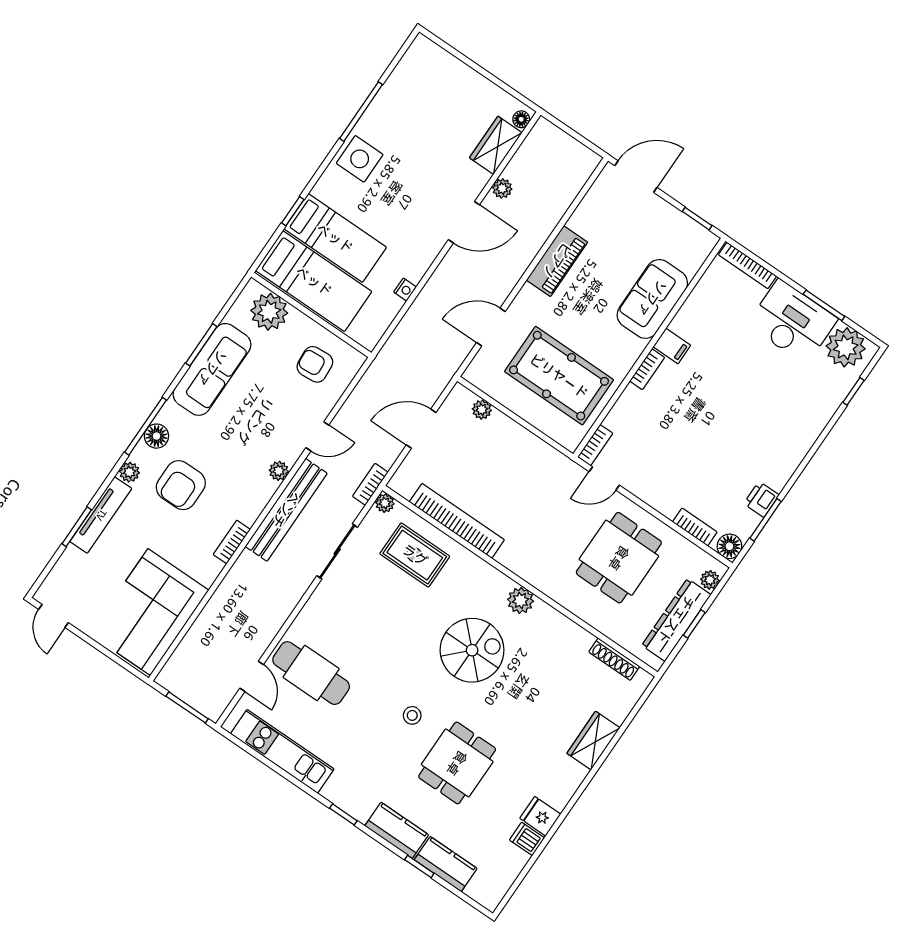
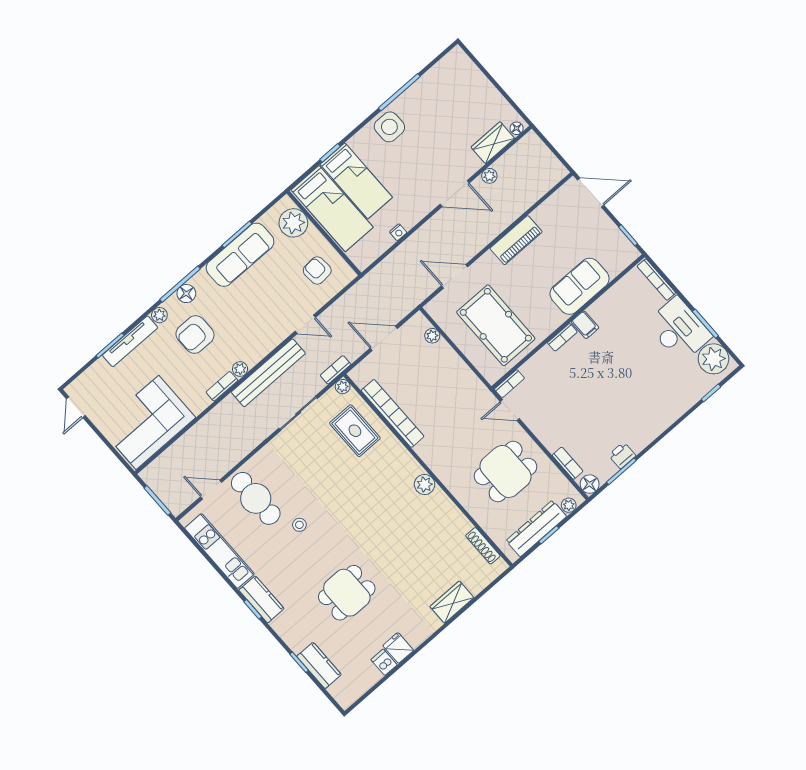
plant: (279, 471) -> (240, 369), moved
spiral stairs: (472, 650) -> (379, 512), removed
door: (252, 676) -> (211, 490), swing flipped
stool: (412, 715) -> (299, 525), moved
kitchen counter: (397, 830) -> (261, 599), moved

